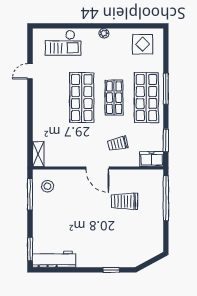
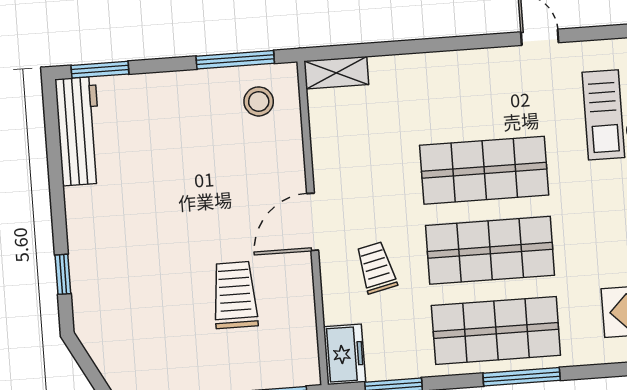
shop shelf: (114, 98) -> (490, 250), width x1.43, depth x1.36

